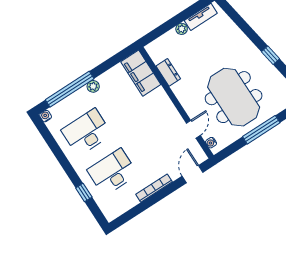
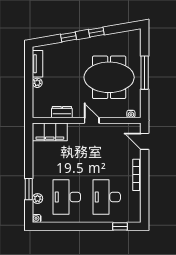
window: (248, 30) -> (68, 37), added
plant: (93, 86) -> (37, 198), moved
window: (70, 89) -> (29, 189), width x0.47
door: (193, 129) -> (92, 120), moved
window: (84, 192) -> (120, 226), moved

